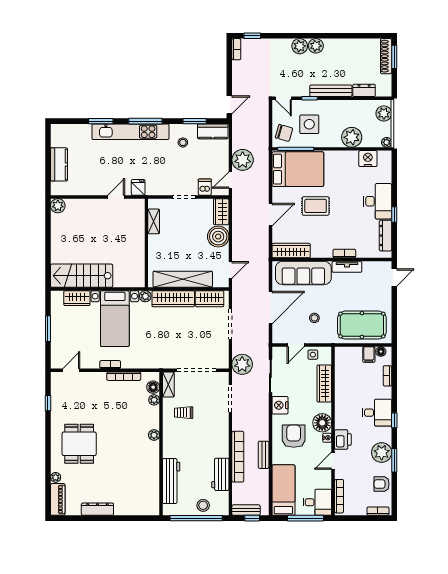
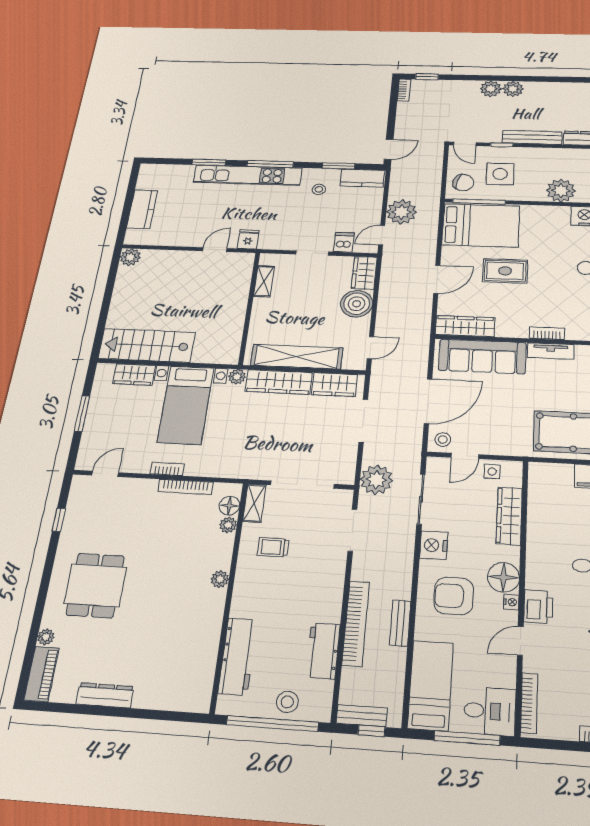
stool: (314, 318) -> (443, 439), moved
armchair: (294, 436) -> (454, 596), turned -90

